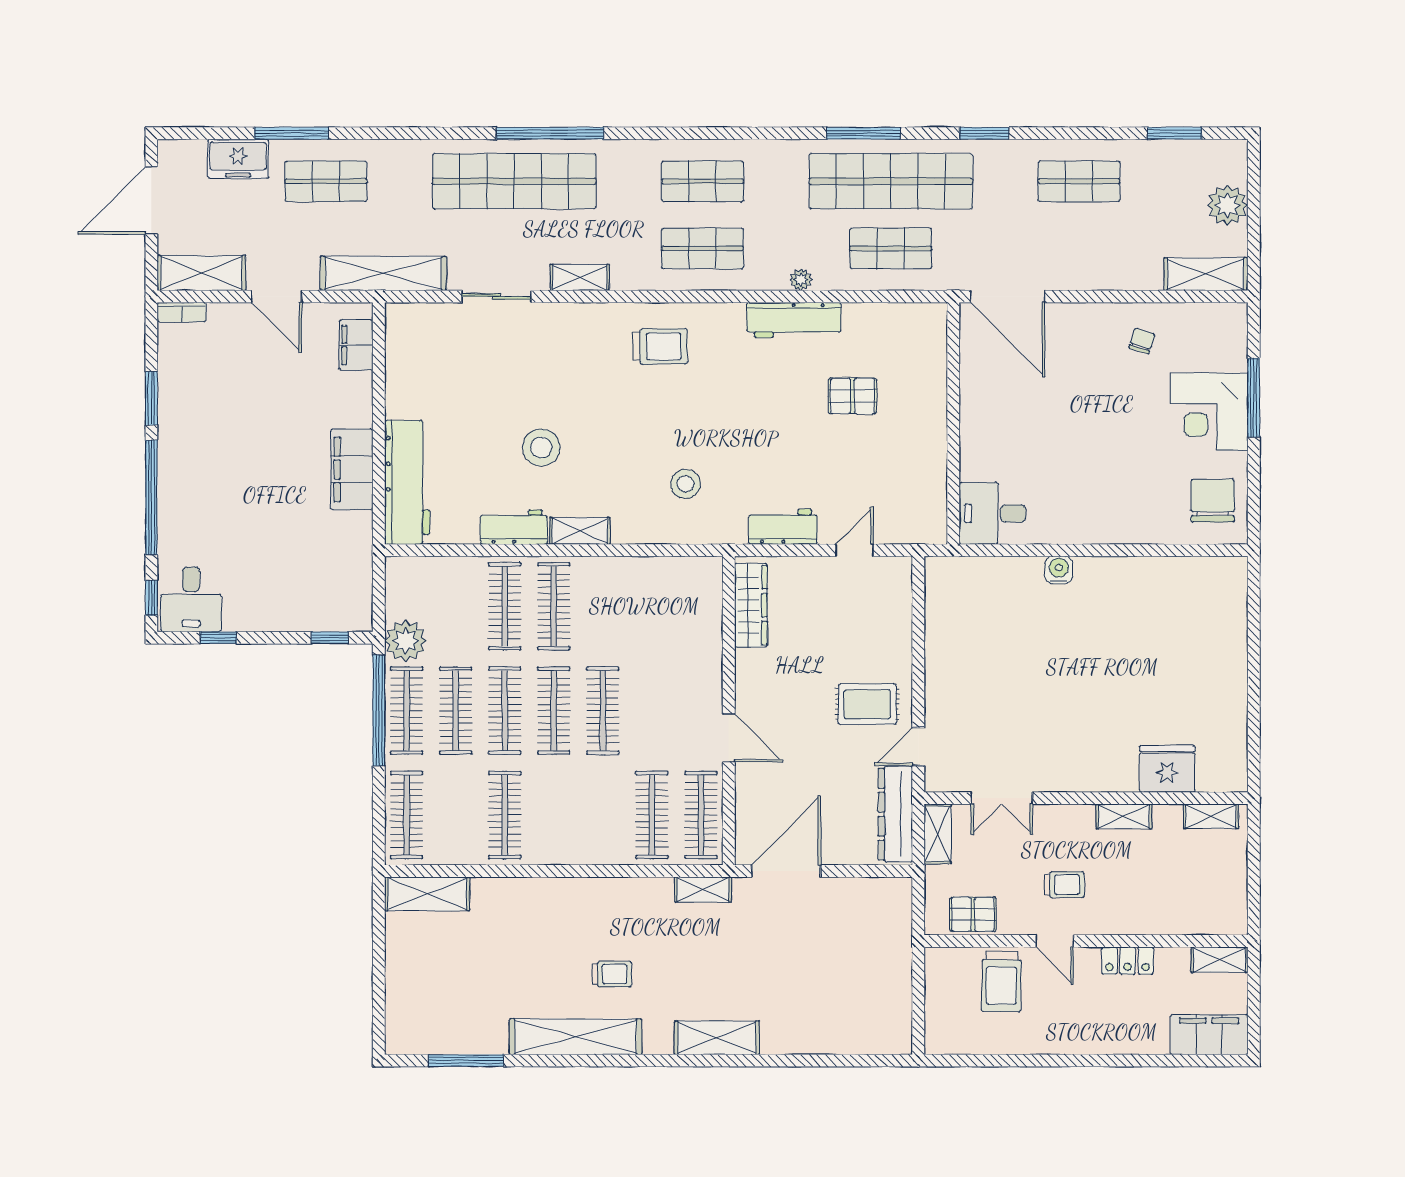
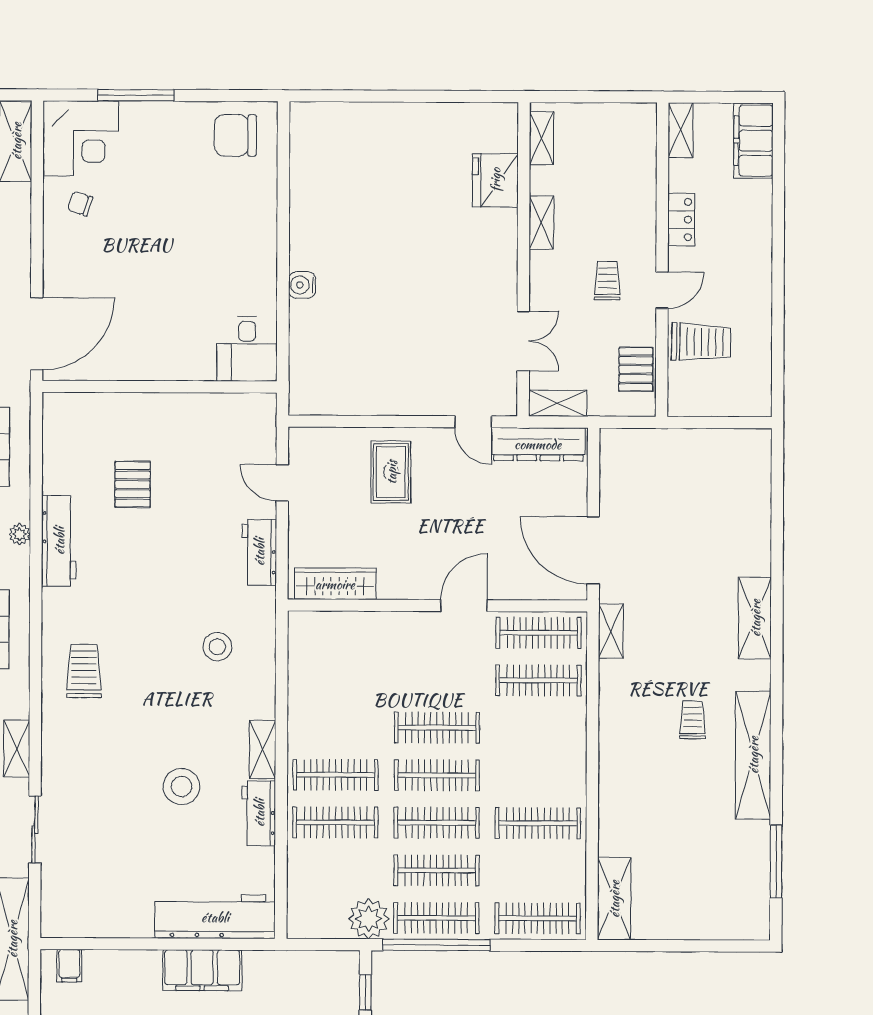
filing cabinet: (356, 345) -> (69, 966), width x0.50
corner desk: (1209, 412) -> (81, 138), moved
rug: (867, 704) -> (391, 472), moved

